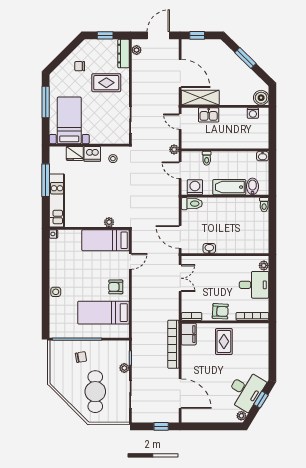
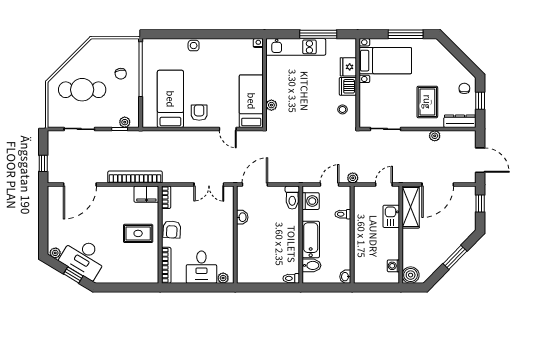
plant: (137, 50) -> (435, 136), moved
chair: (80, 66) -> (464, 88), moved
plant: (124, 368) -> (125, 122), moved

